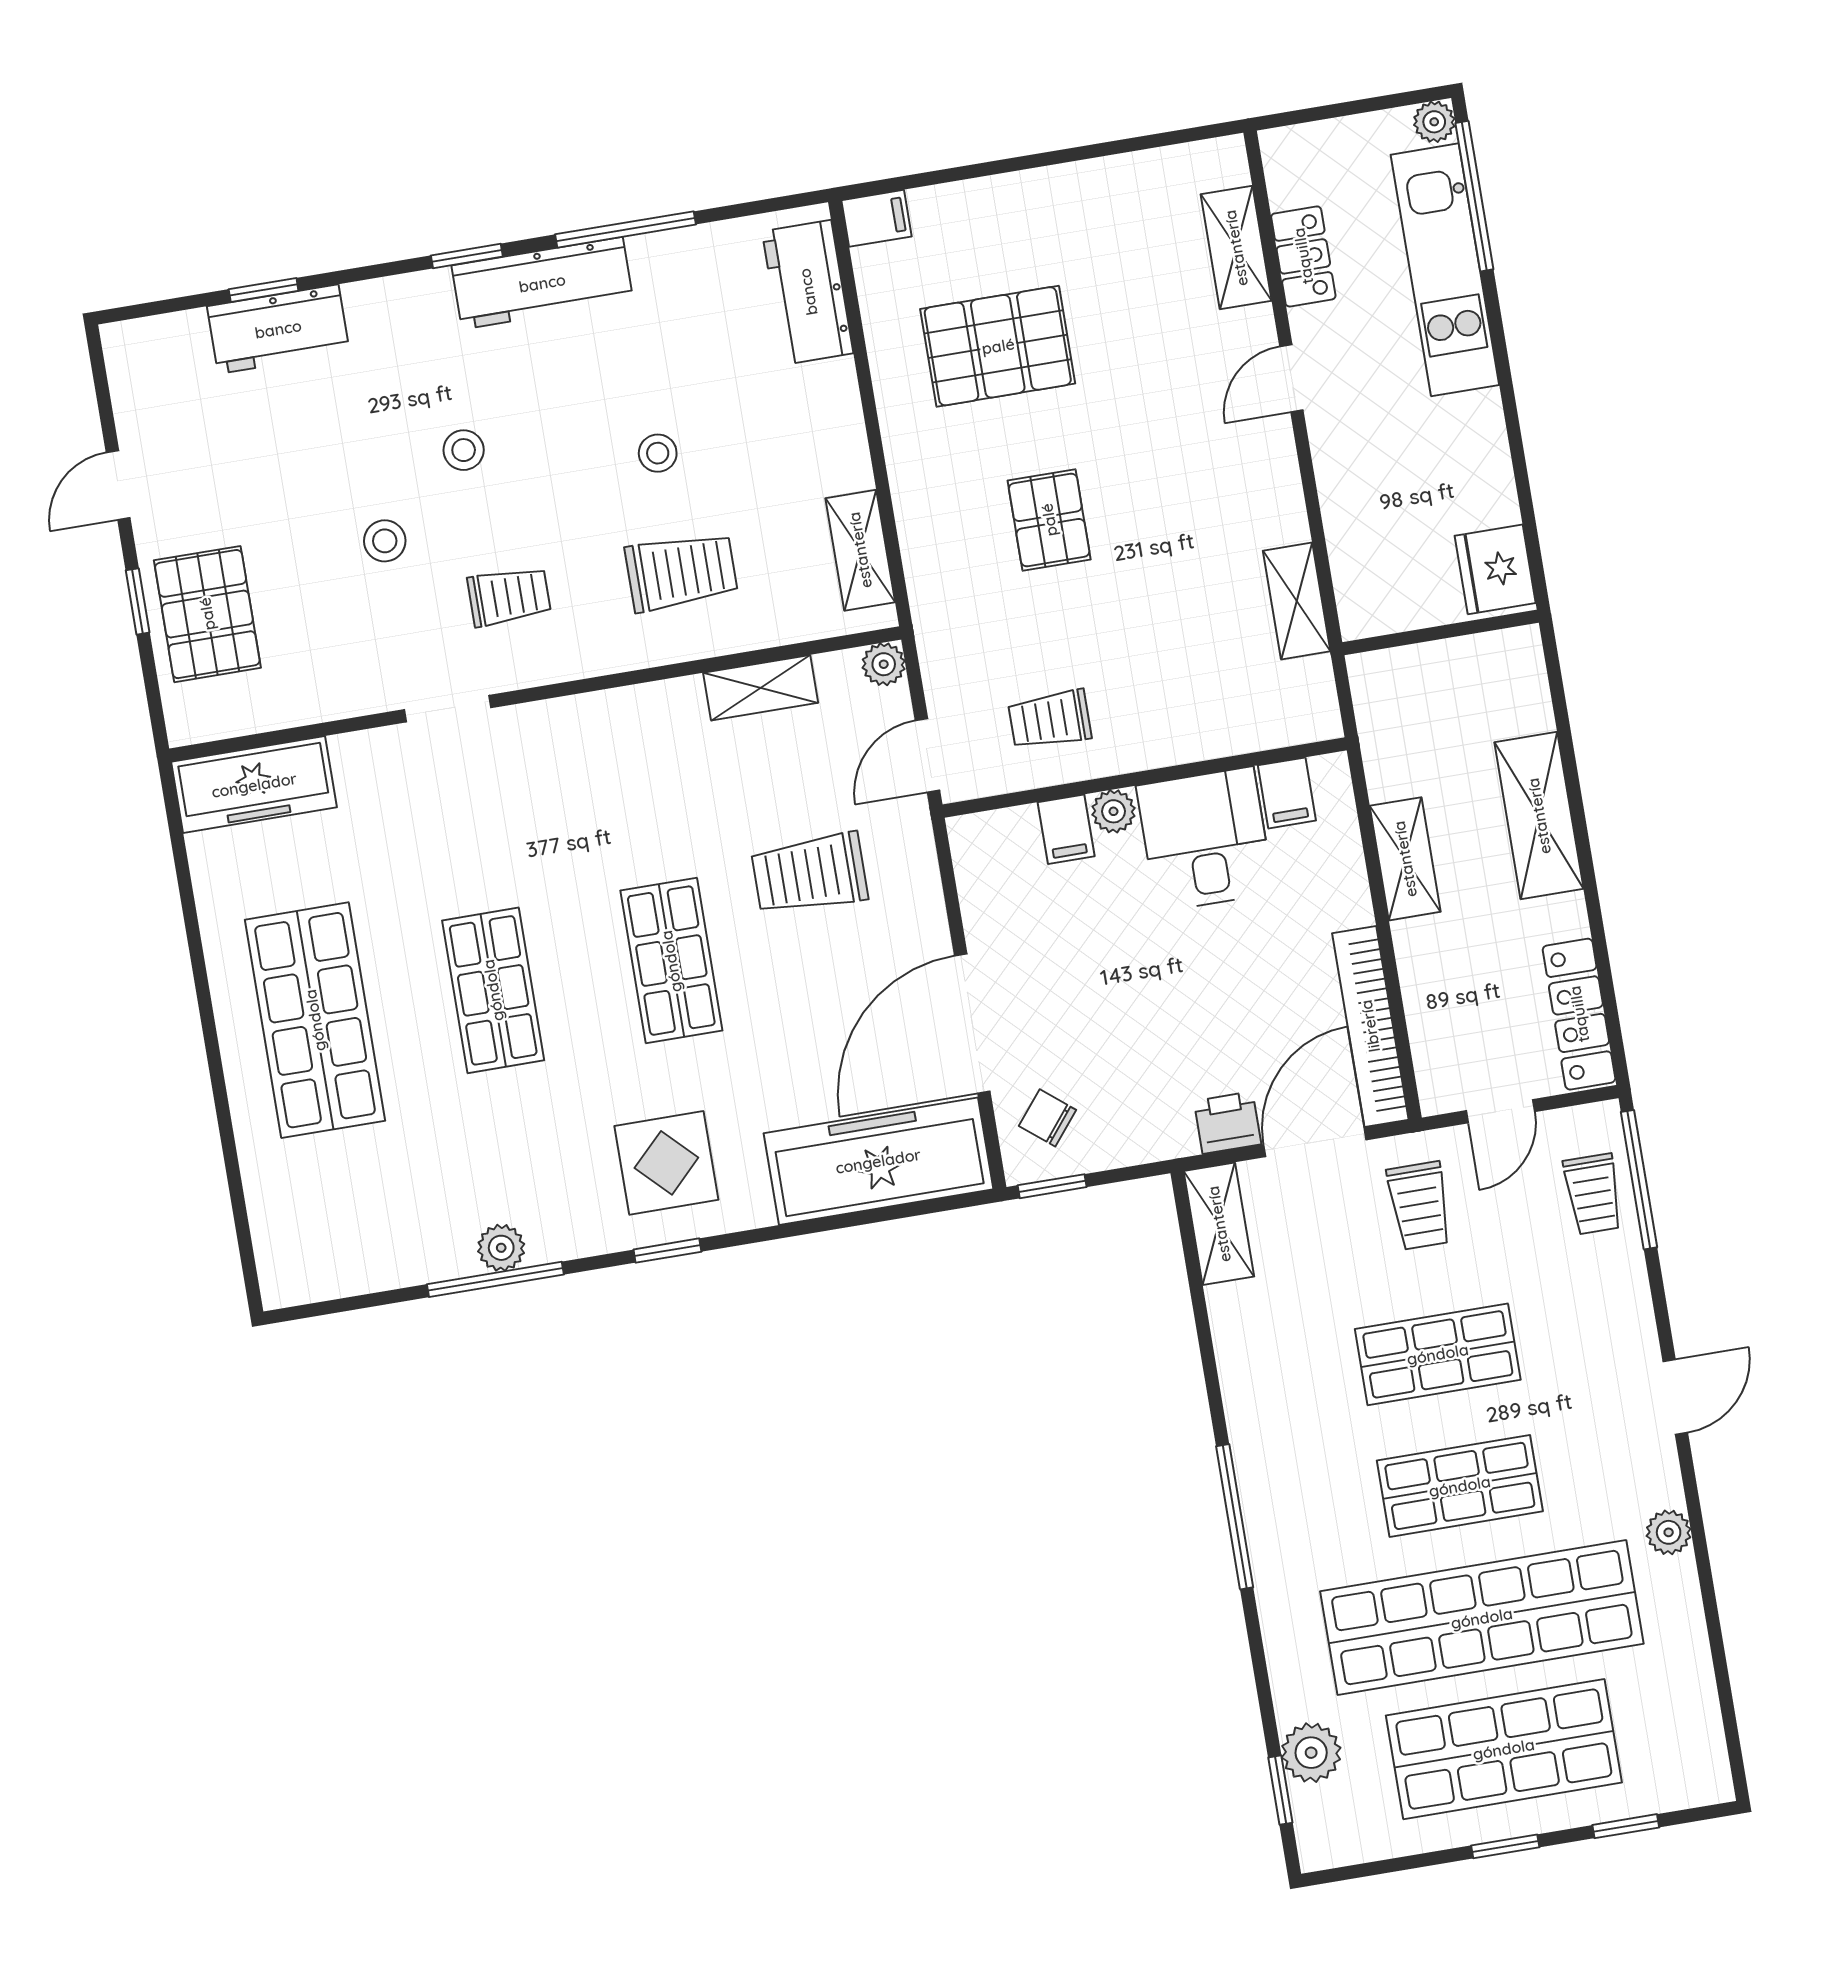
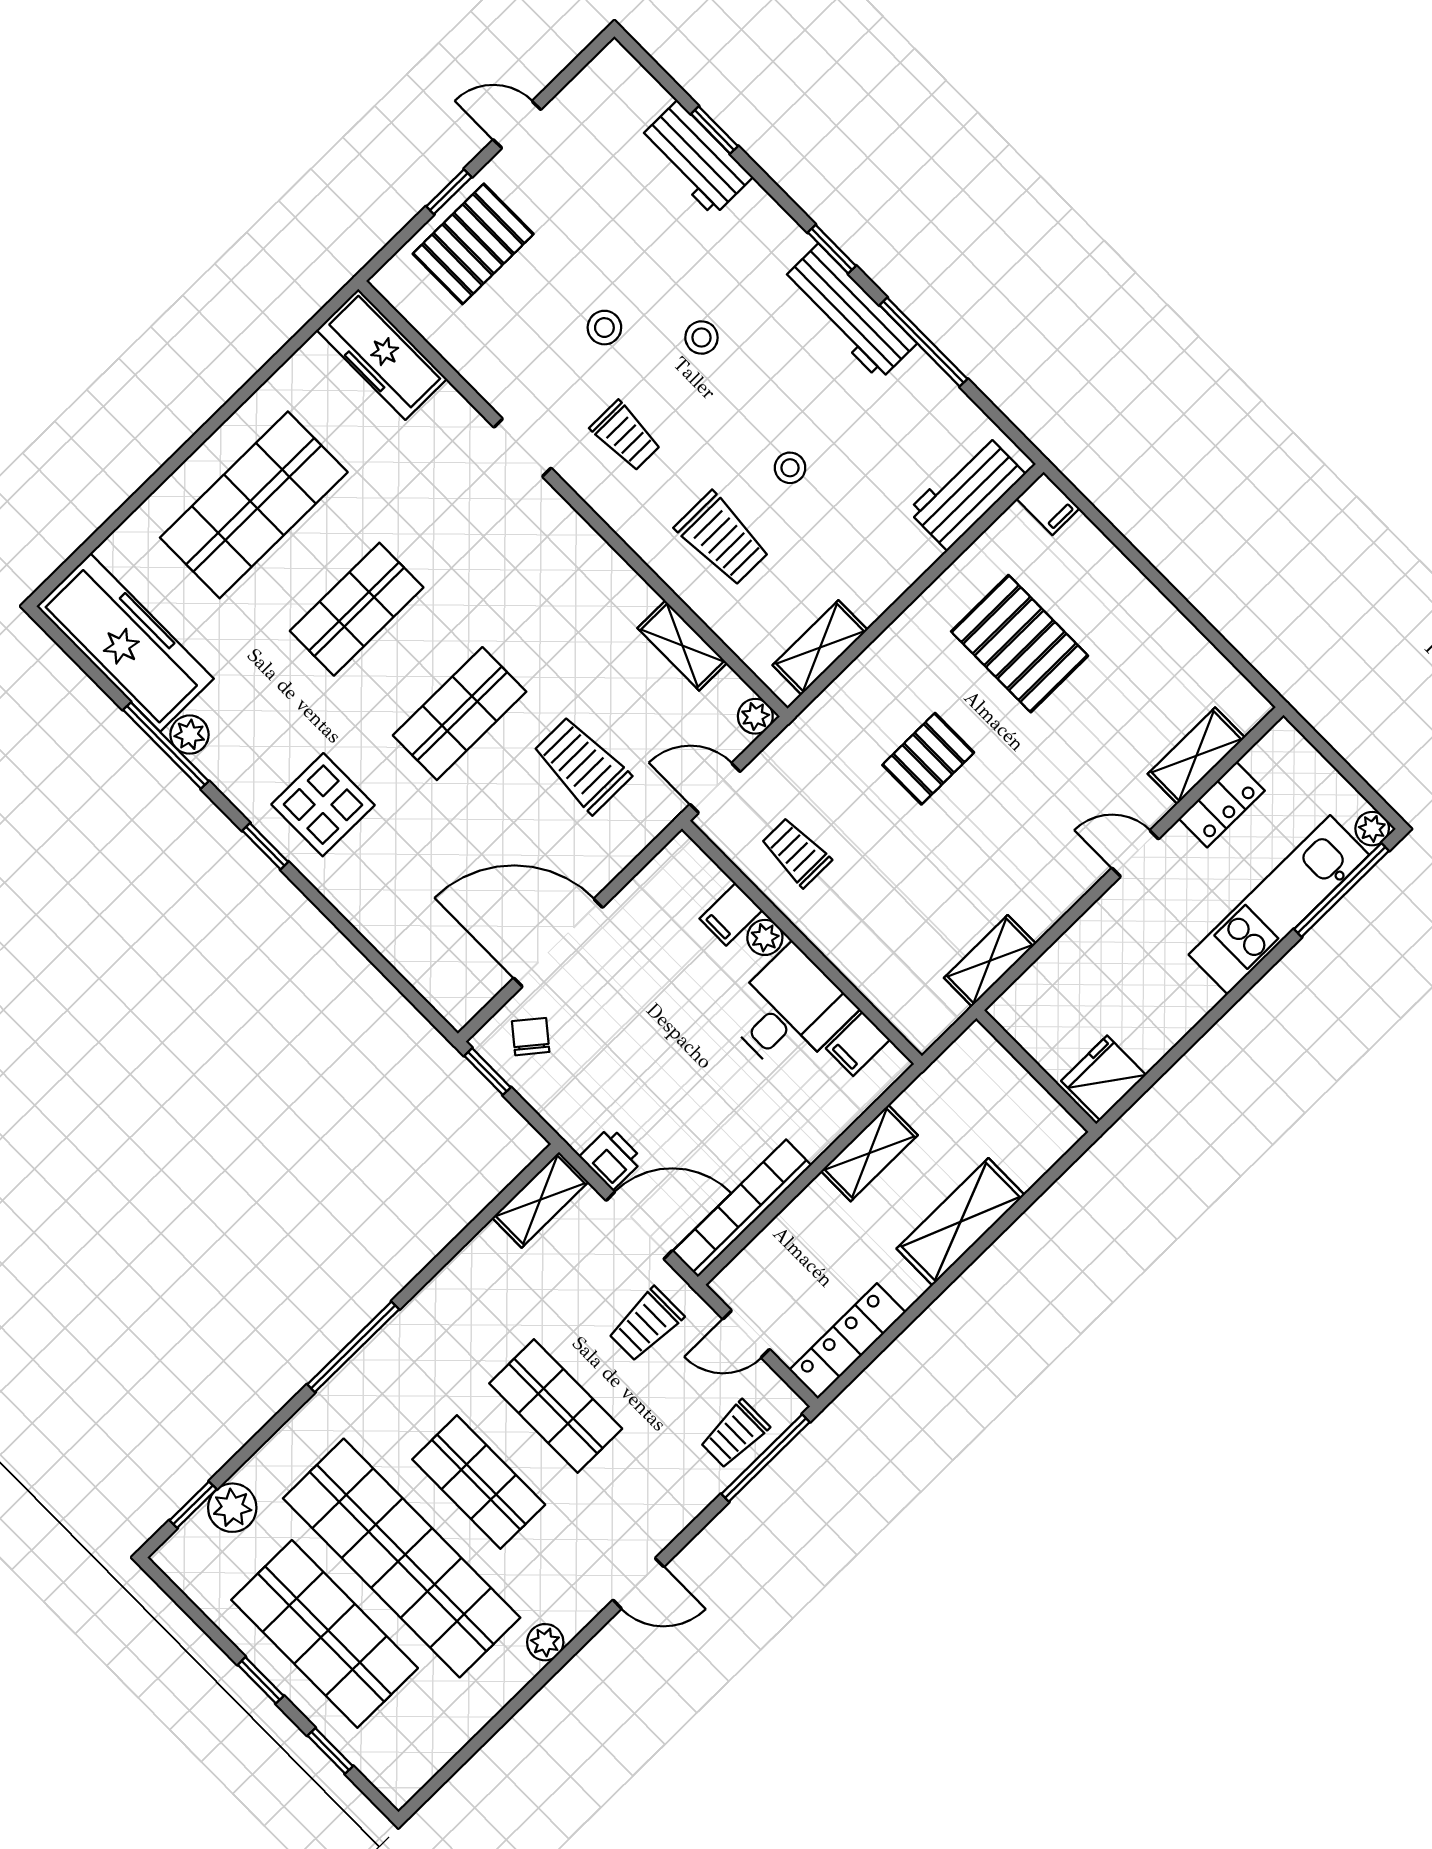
freezer: (878, 1161) -> (125, 643), moved

